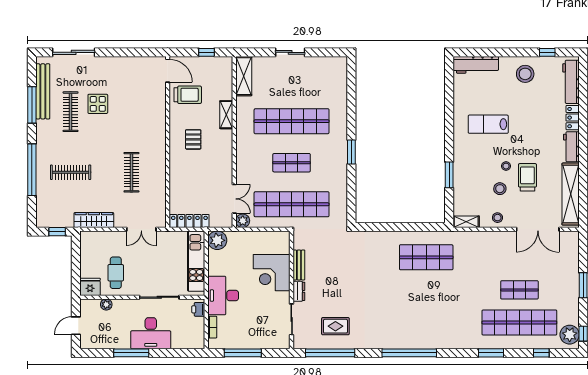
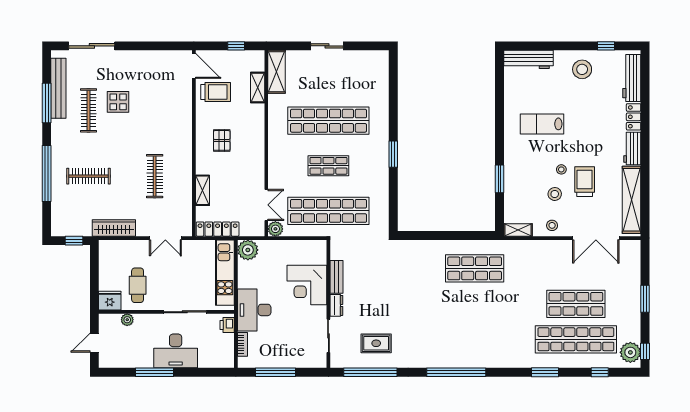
shelving: (226, 115) -> (258, 88), moved
shelving: (176, 185) -> (203, 190), added
shop shelf: (519, 290) -> (576, 304), width x1.43, depth x1.36

